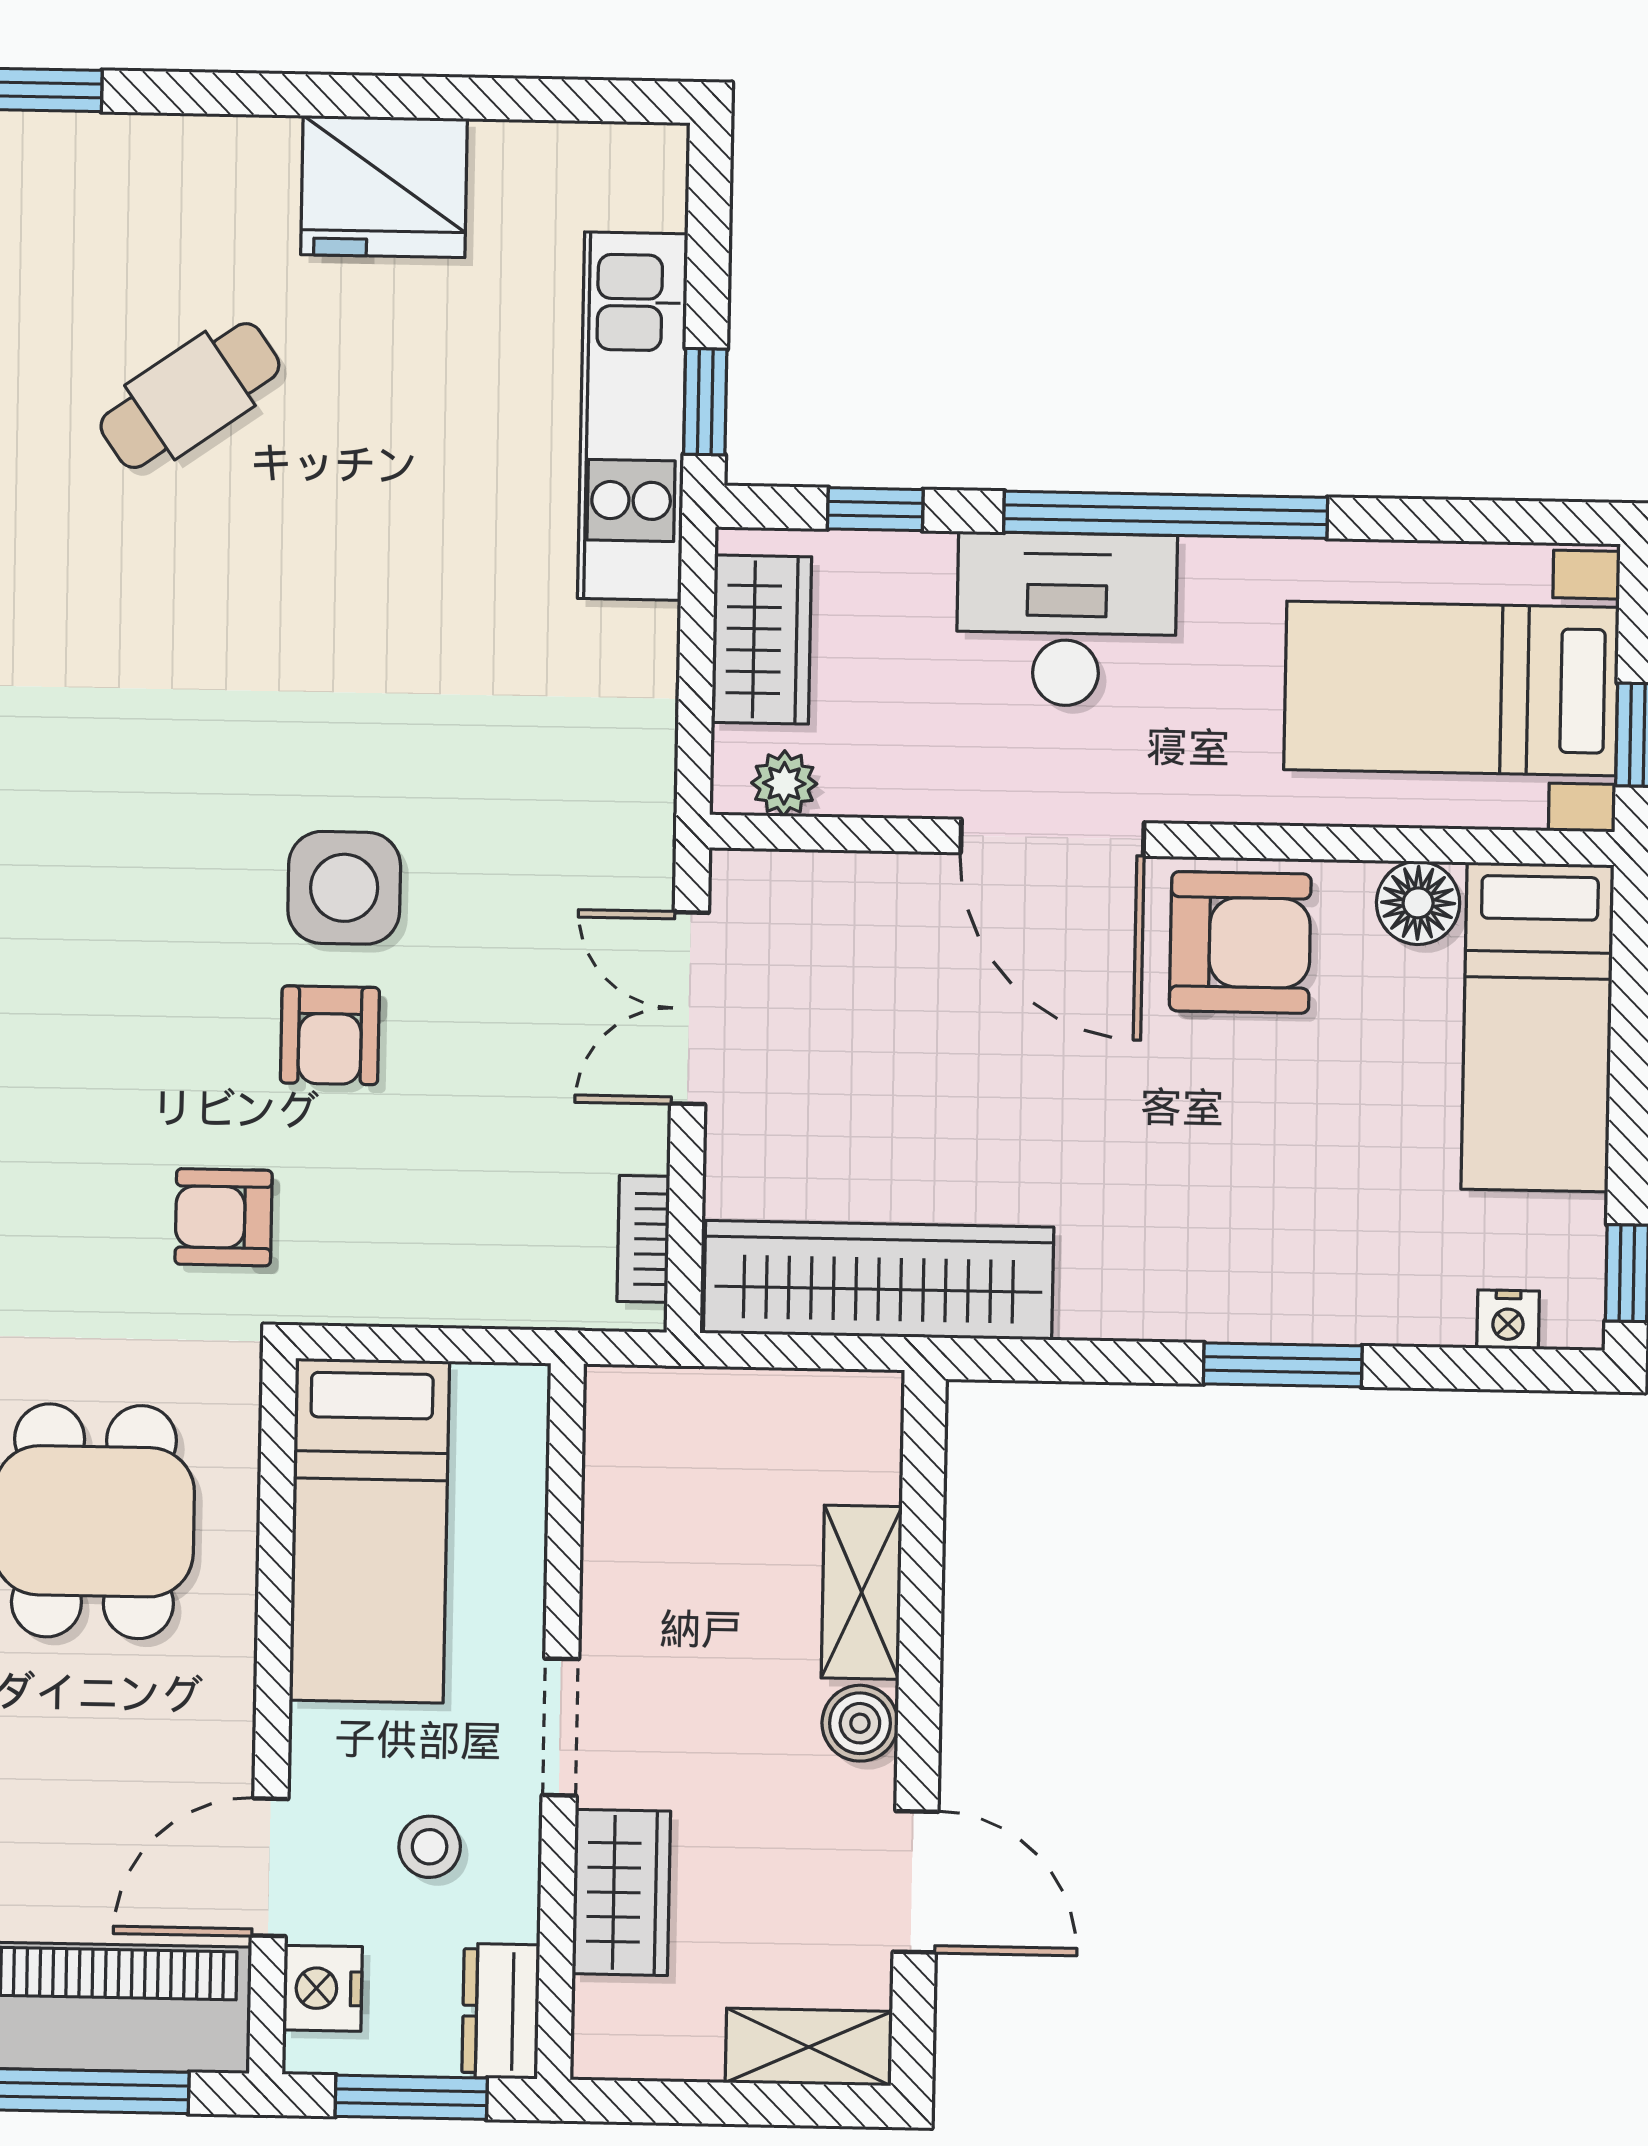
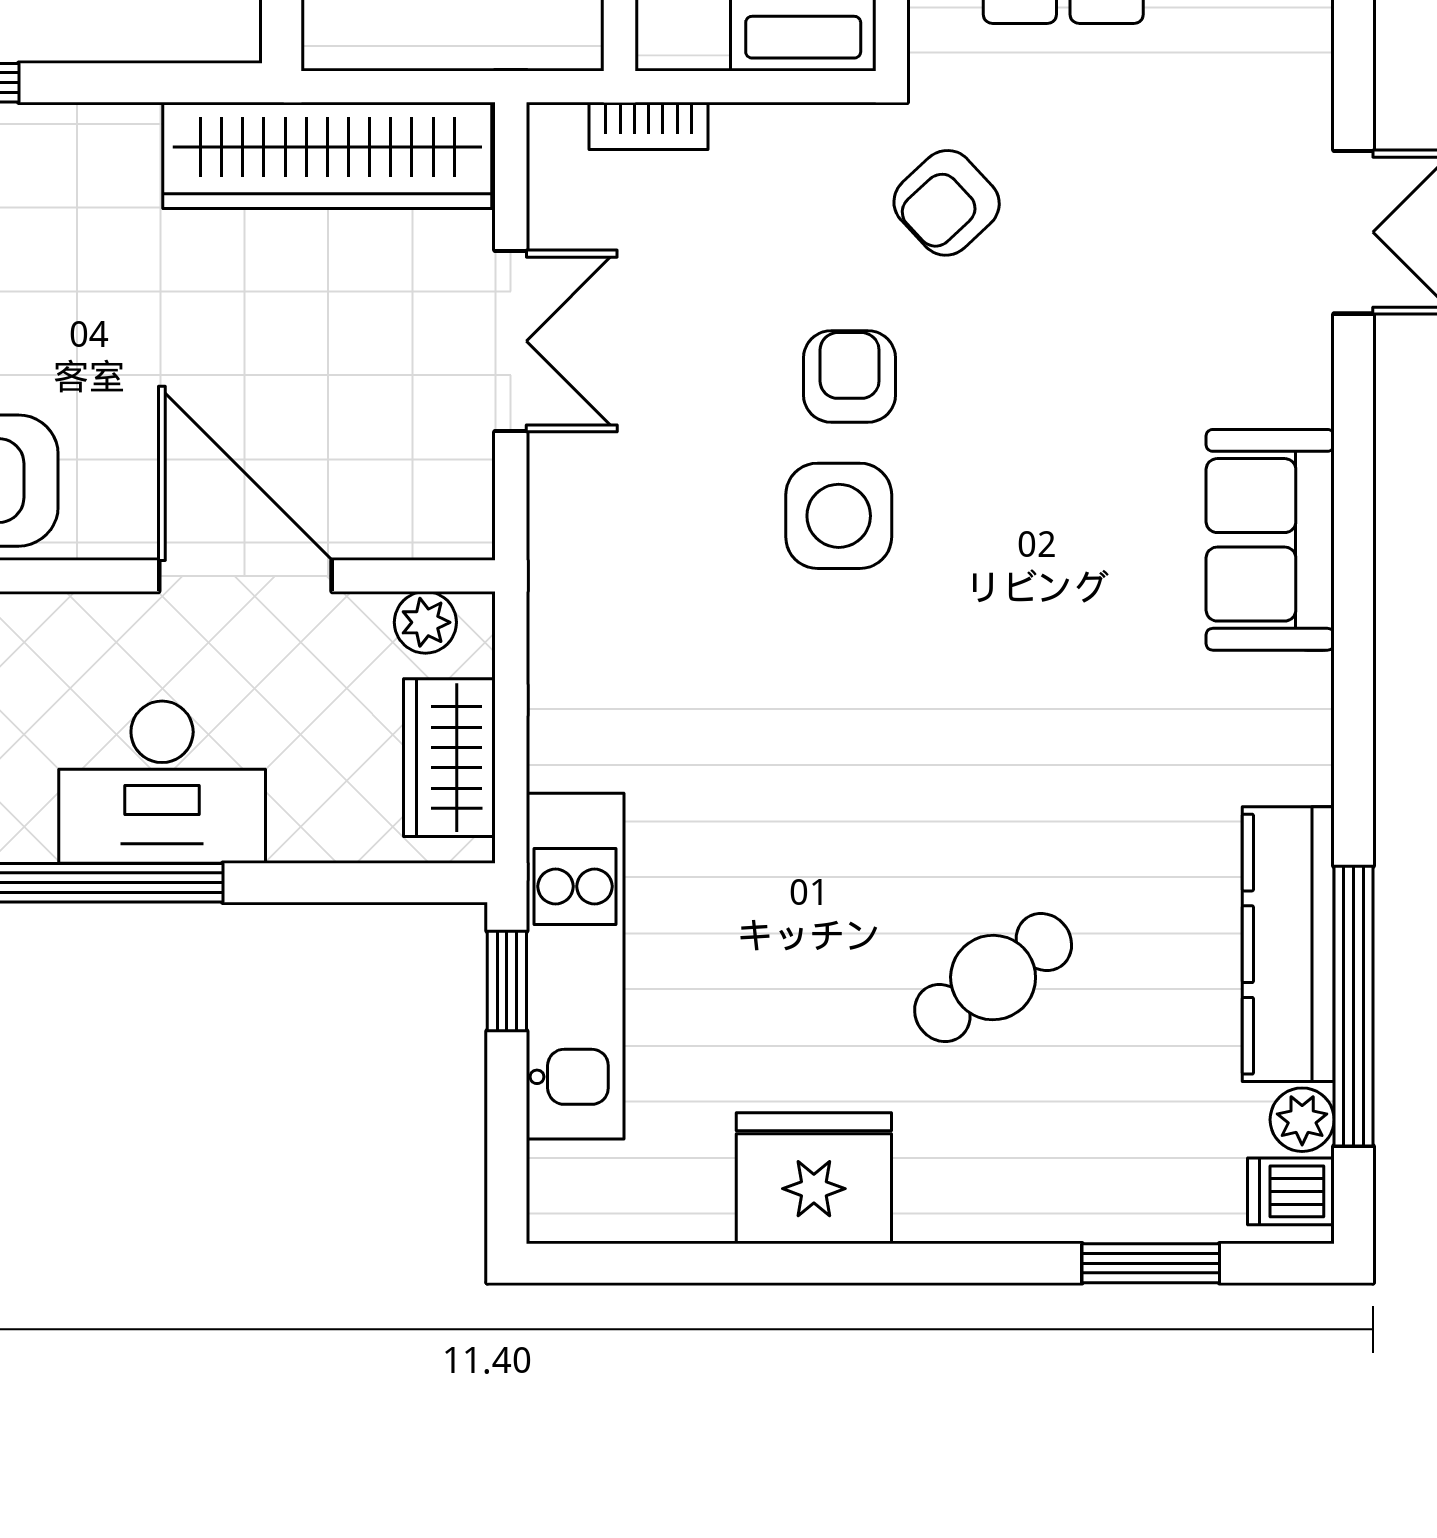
window: (875, 509) -> (344, 883), removed
door: (1052, 838) -> (245, 576), moved
double door: (689, 1008) -> (511, 341), moved
armchair: (224, 1217) -> (947, 203), turned 137
bookcase: (643, 1239) -> (649, 126), moved, turned 90

